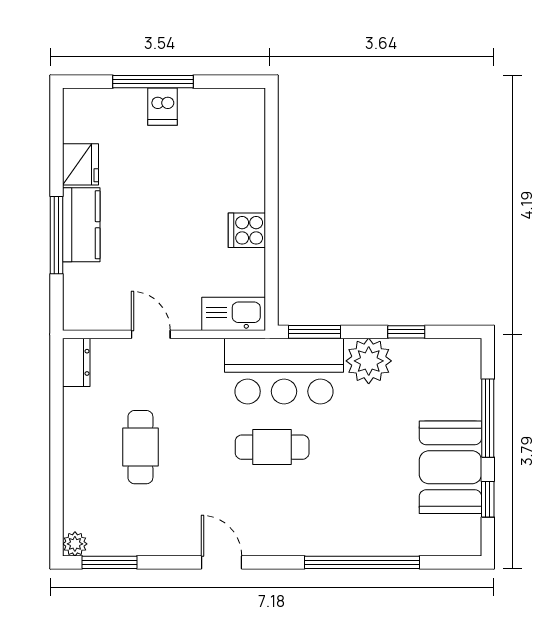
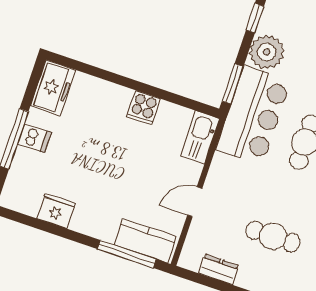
freezer: (233, 109) -> (53, 88), added
kitchen counter: (81, 225) -> (145, 241), moved
window: (56, 235) -> (127, 254), moved
dresser: (76, 362) -> (219, 269), moved

